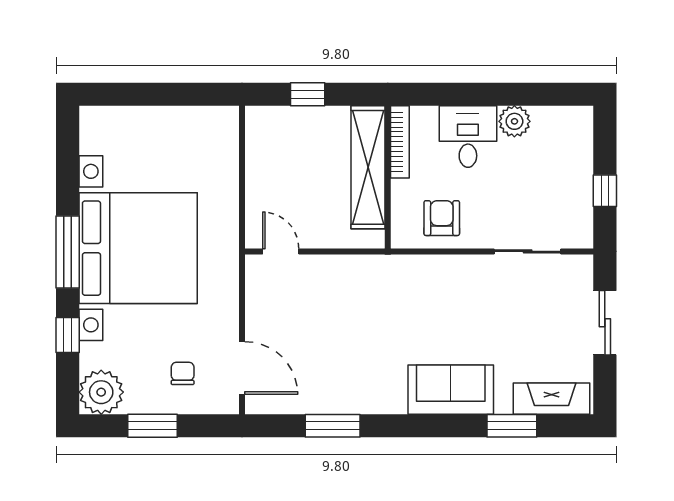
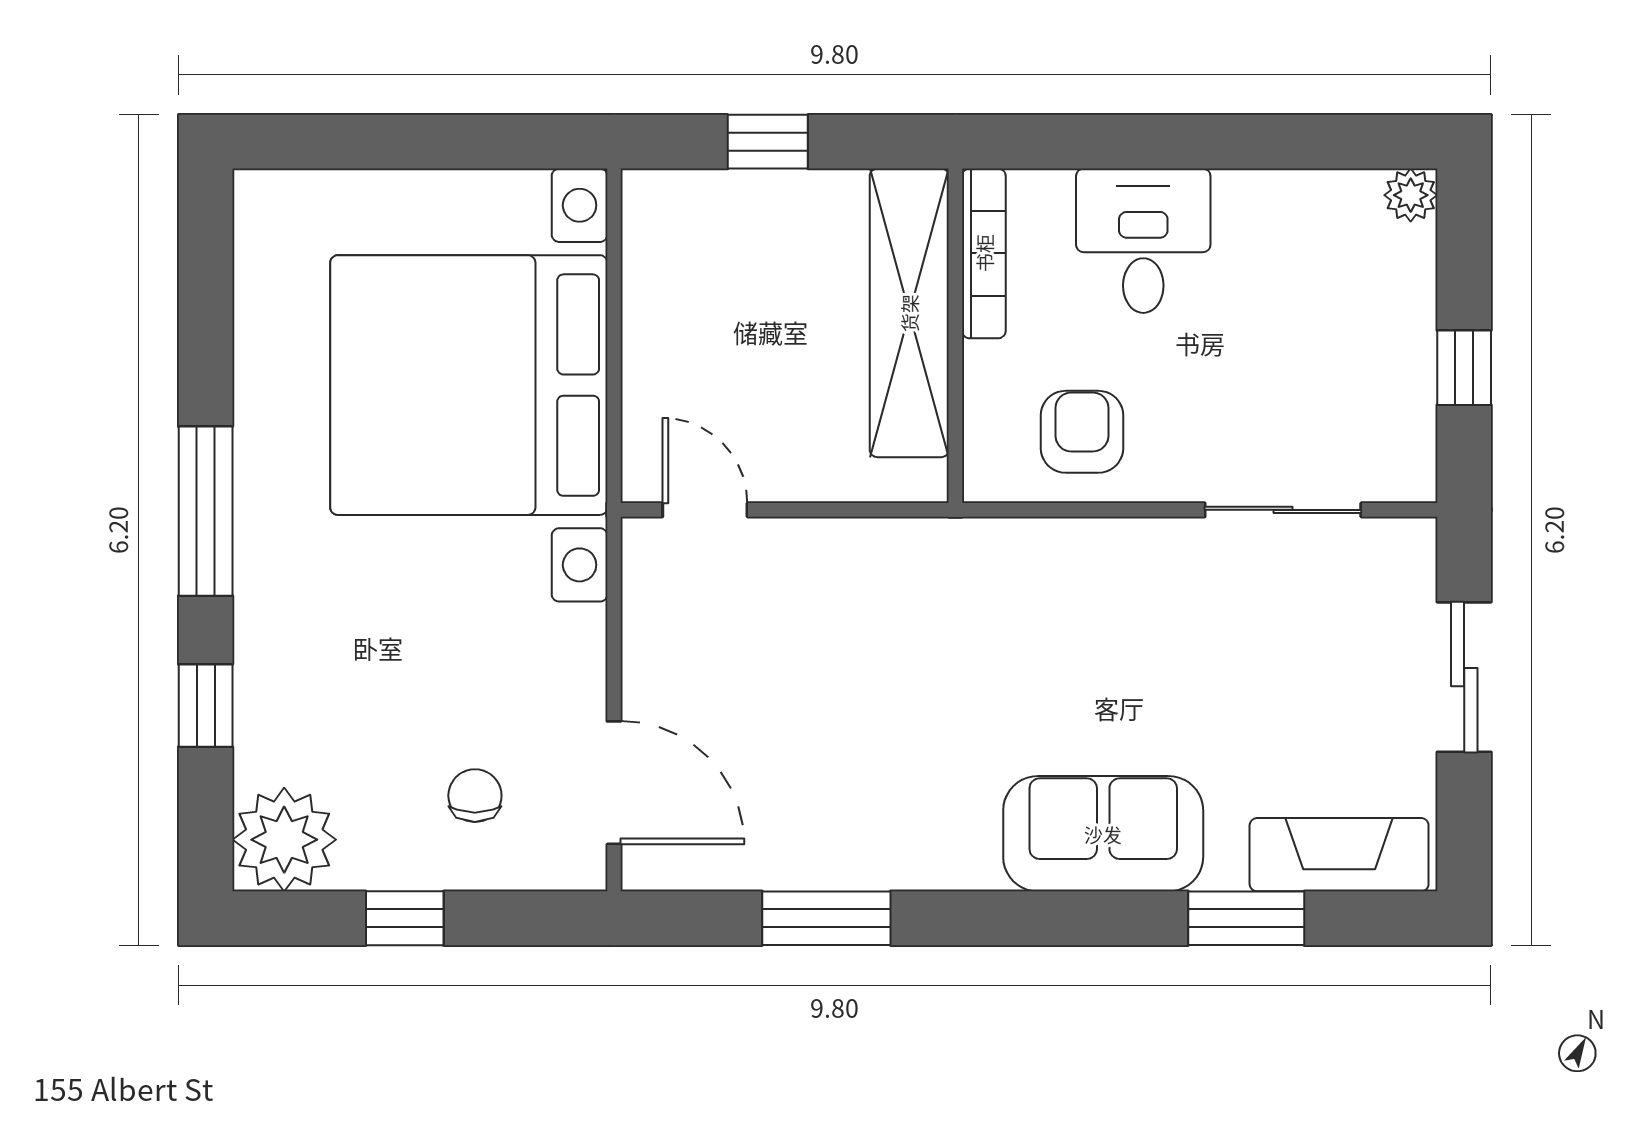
plant: (514, 121) -> (1411, 195), moved, width x0.73, depth x0.73
bed with nightstands: (138, 248) -> (469, 385), moved, turned 180
window: (153, 426) -> (405, 918), width x0.67

